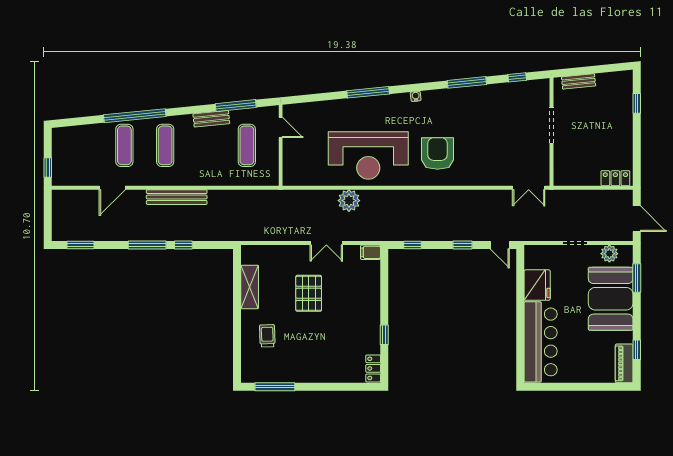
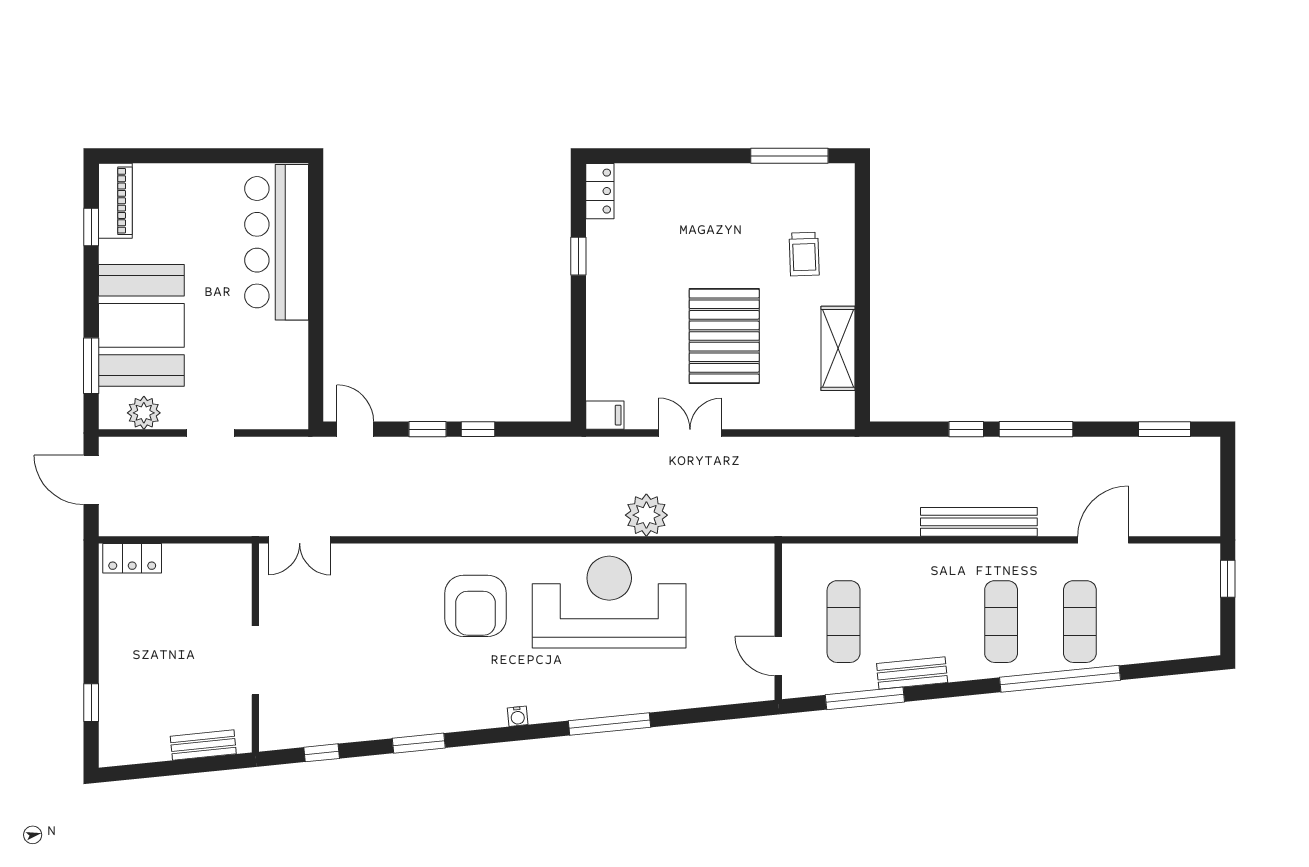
window: (467, 82) -> (419, 743), width x0.69
double door: (529, 188) -> (300, 540), swing flipped
window: (412, 245) -> (478, 429), moved
fridge: (537, 285) -> (283, 352), removed
pallet: (309, 293) -> (724, 336), width x1.37, depth x1.41

